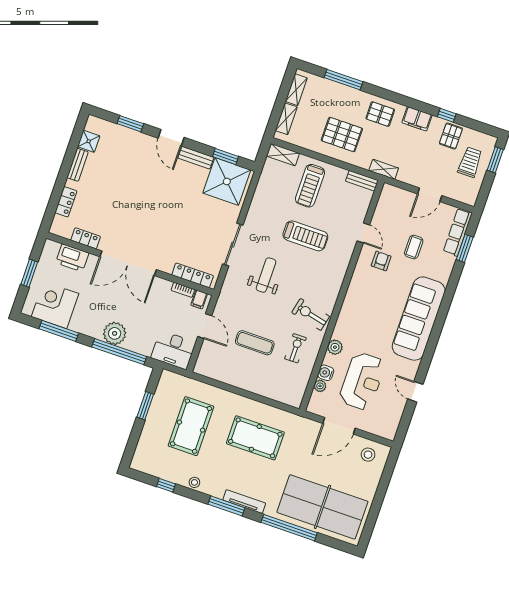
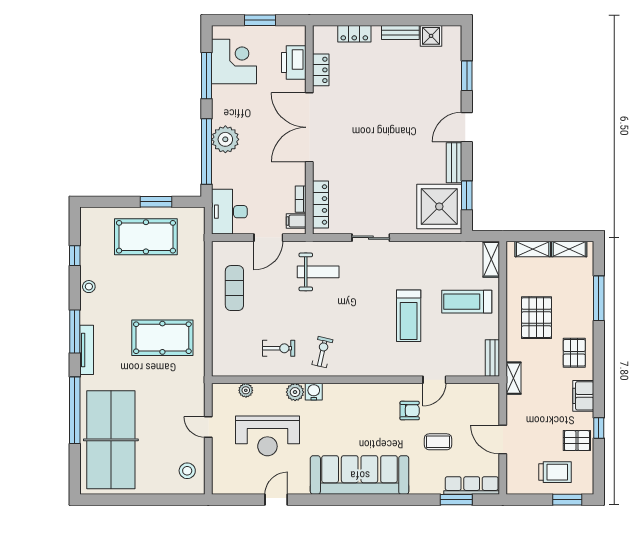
sliding door: (233, 245) -> (371, 238), width x0.73
weight bench: (266, 275) -> (318, 272), moved
exercise bike: (311, 314) -> (322, 352), width x0.73, depth x0.72
exercise mat: (255, 343) -> (234, 288), moved
water cooler: (326, 373) -> (314, 392), moved
pool table: (191, 426) -> (146, 237), moved
door: (339, 426) -> (208, 427), width x0.53
pool table: (255, 438) -> (162, 338), turned 90

